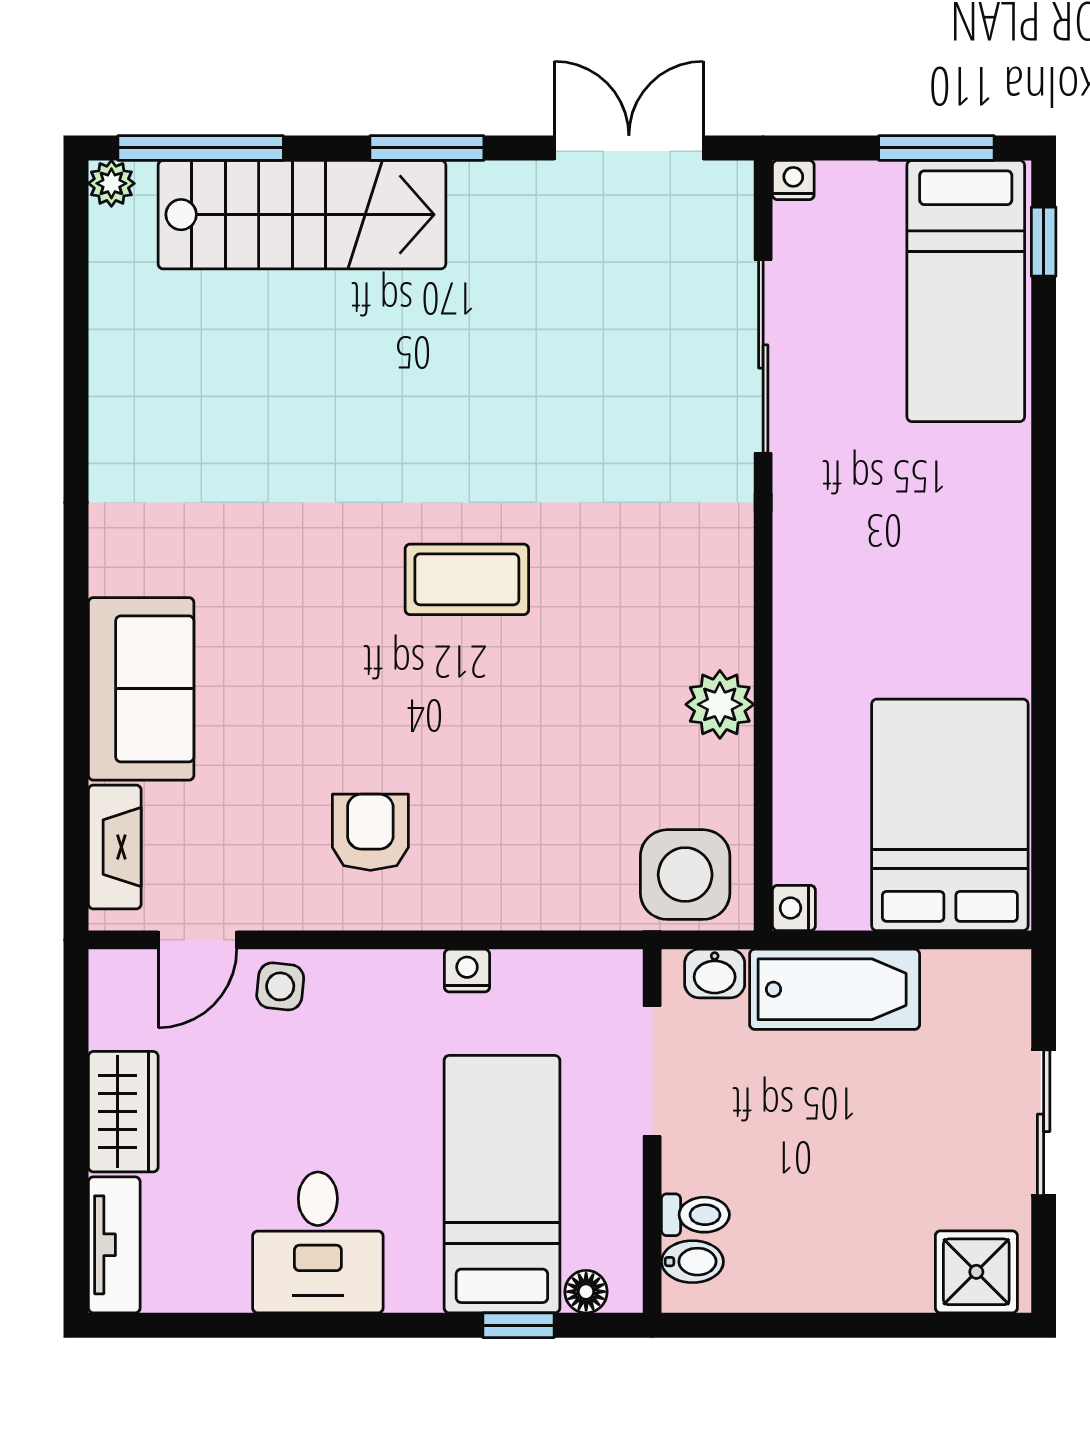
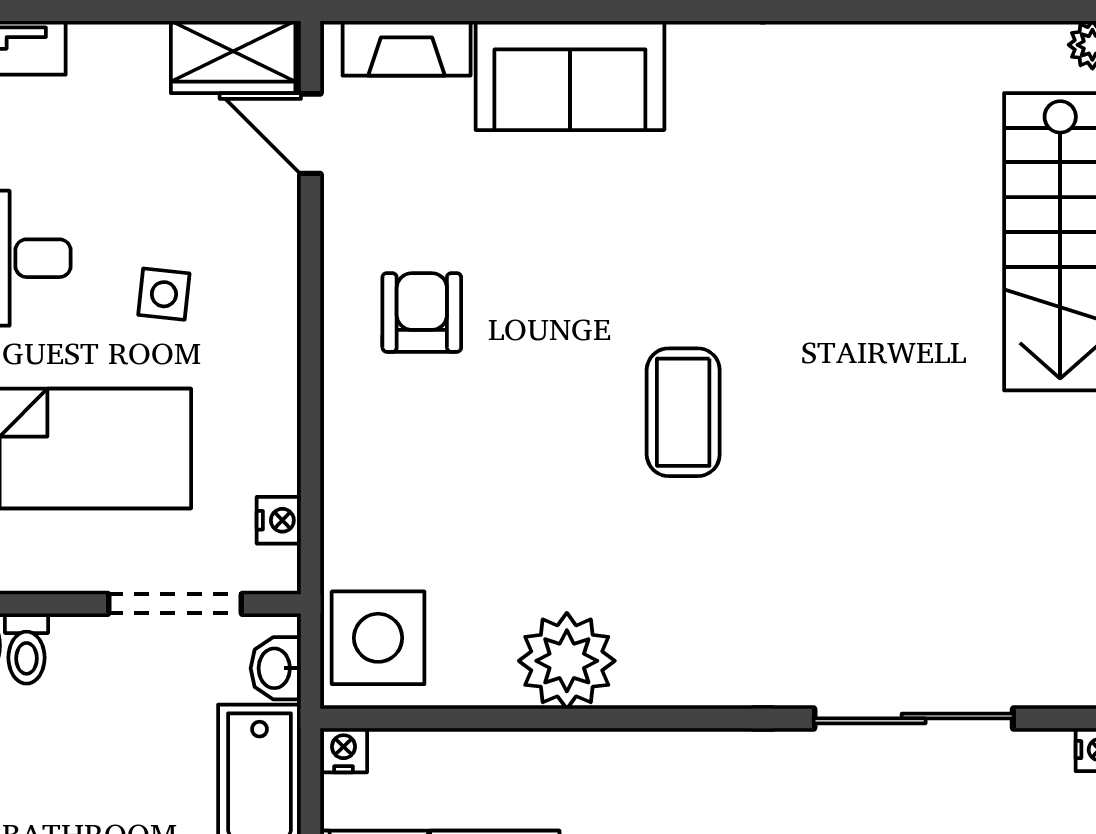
plant: (720, 704) -> (567, 661), width x1.36, depth x1.36
armchair: (370, 832) -> (422, 312), turned -90
nightstand: (467, 971) -> (279, 520), moved
side table: (280, 986) -> (164, 294), moved
wardrobe: (123, 1112) -> (233, 57), moved

